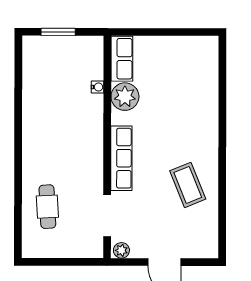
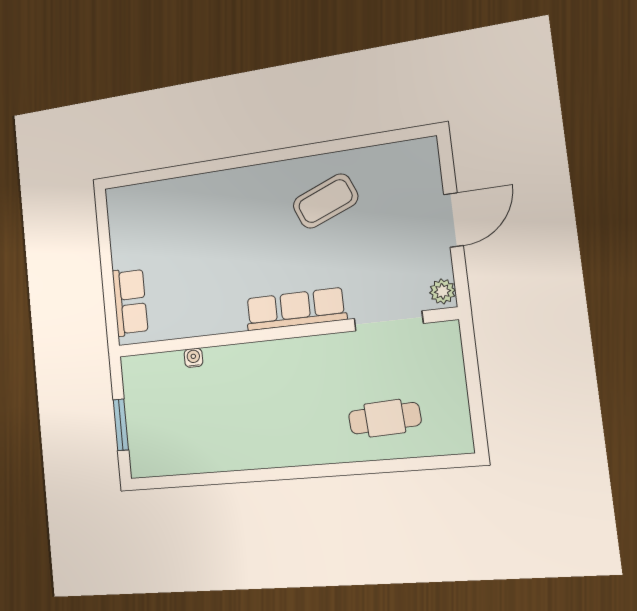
row of seats: (122, 59) -> (130, 302), moved, turned 90
plant: (125, 97) -> (203, 315), removed

